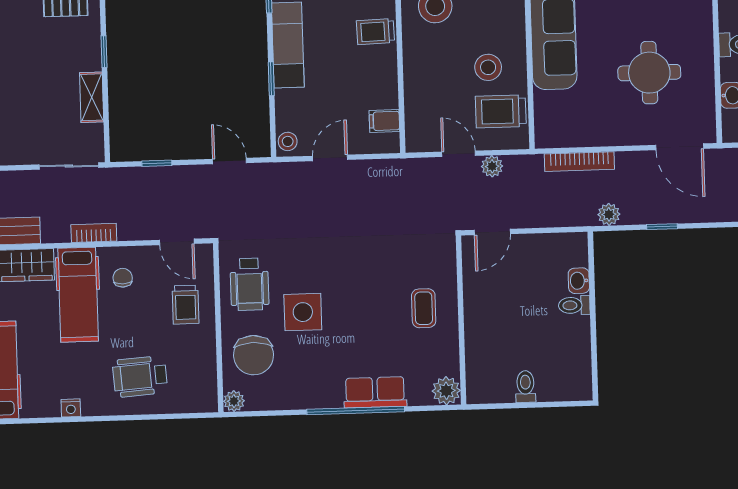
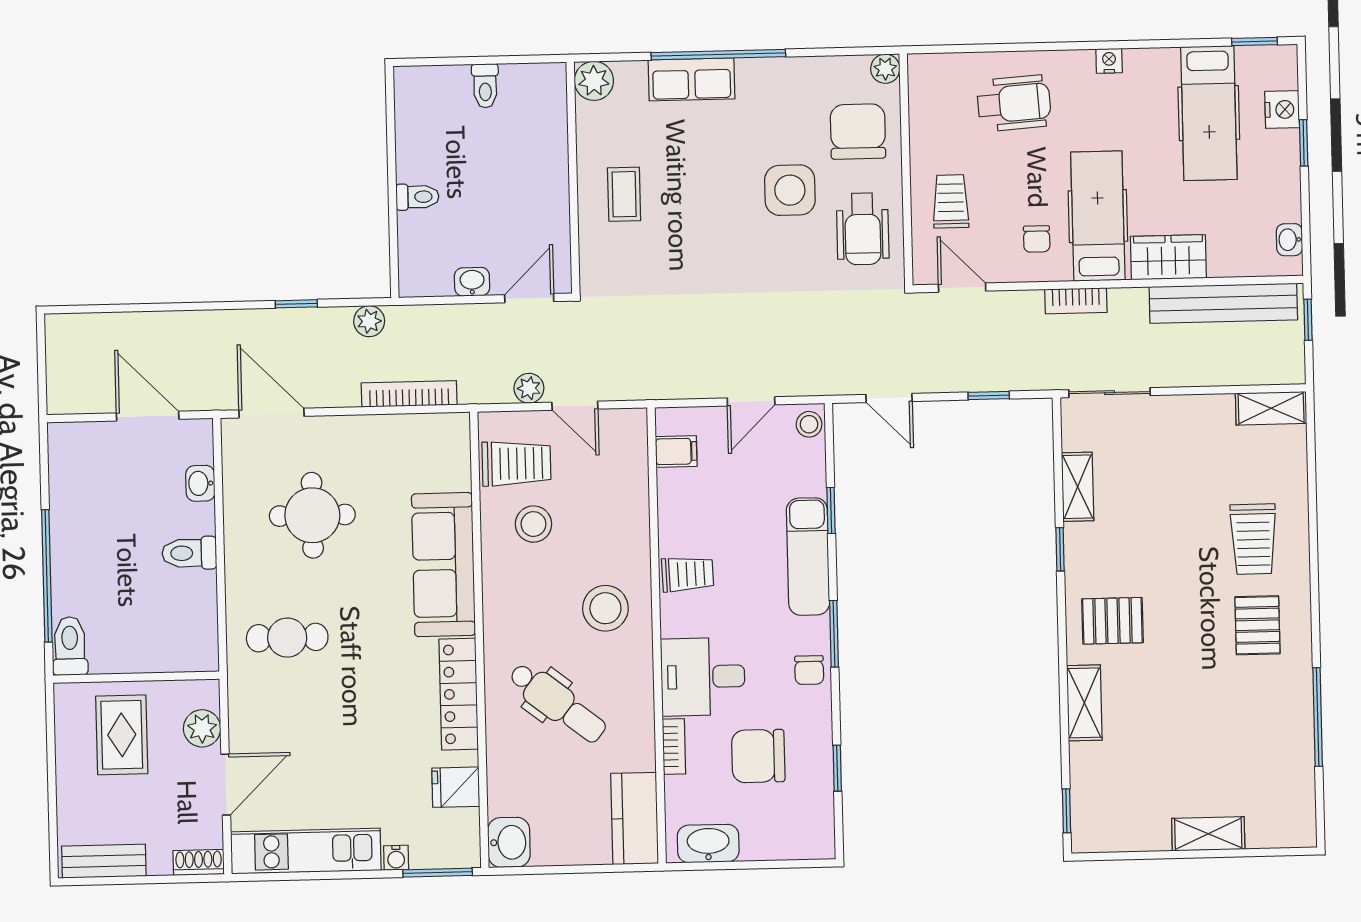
washbasin: (579, 281) -> (472, 282), moved, turned -90
wheelchair: (250, 284) -> (863, 229), turned 180

